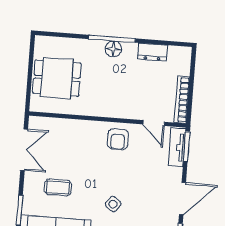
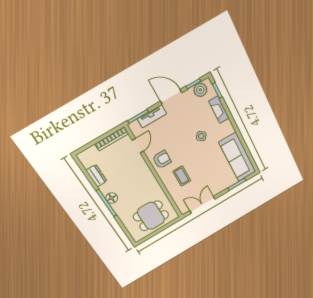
dining table: (57, 78) -> (151, 216), turned 90
tv unit: (177, 147) -> (152, 116), moved
coffee table: (58, 188) -> (182, 176), moved

